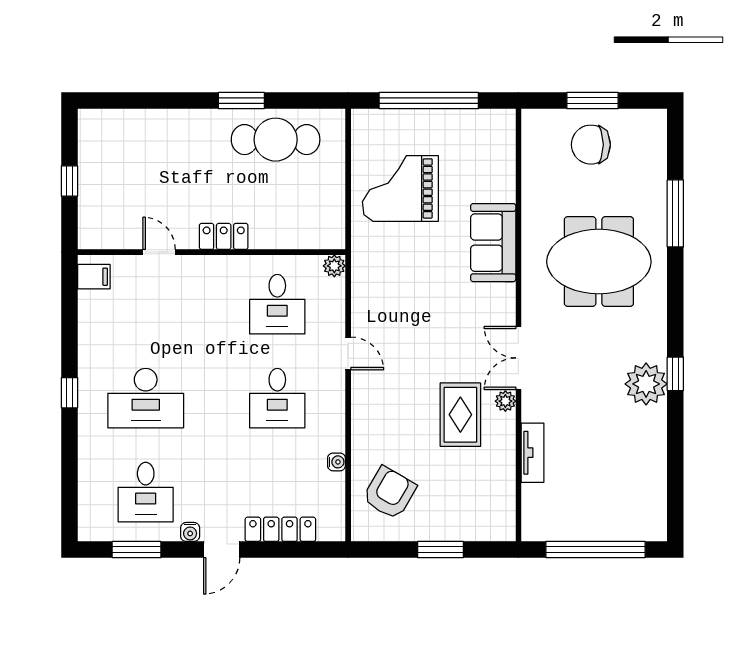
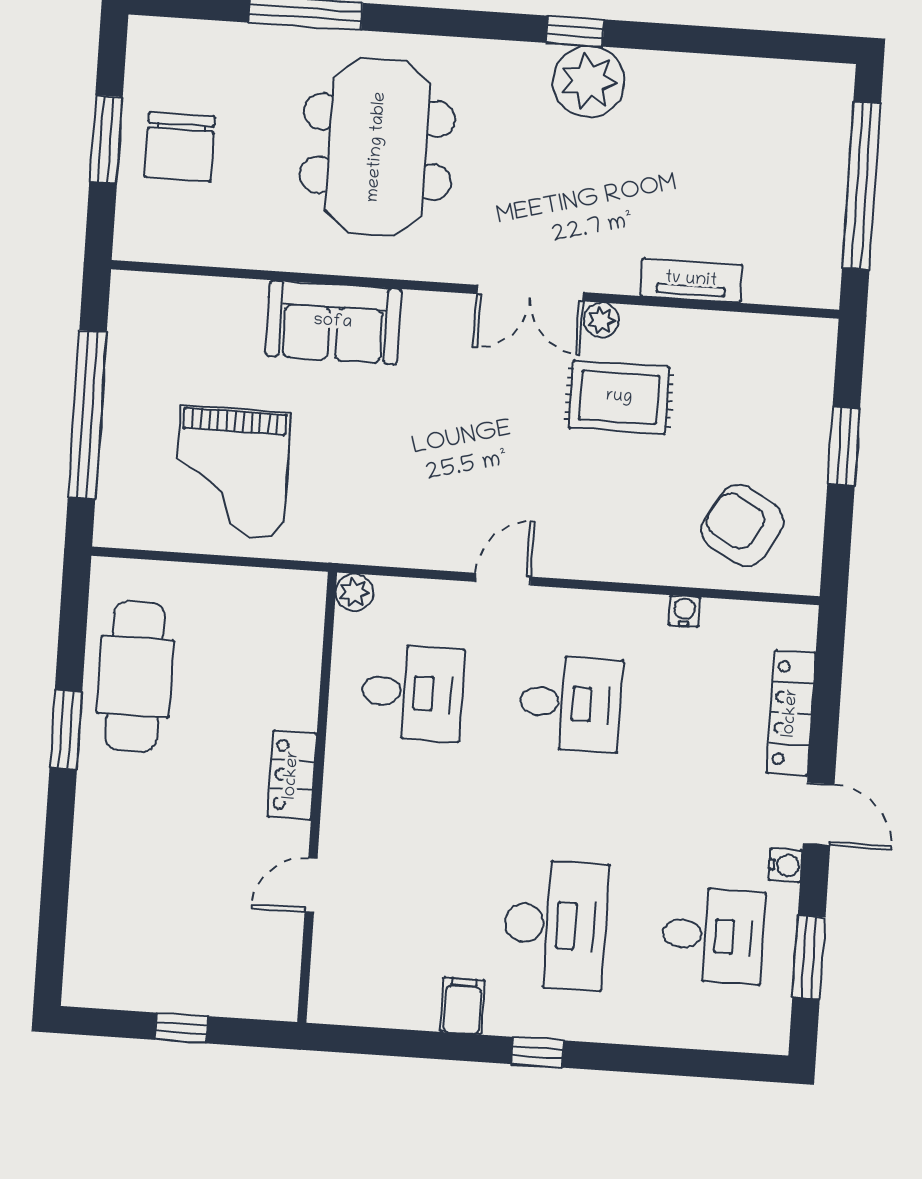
filing cabinet: (94, 277) -> (463, 1006), moved

